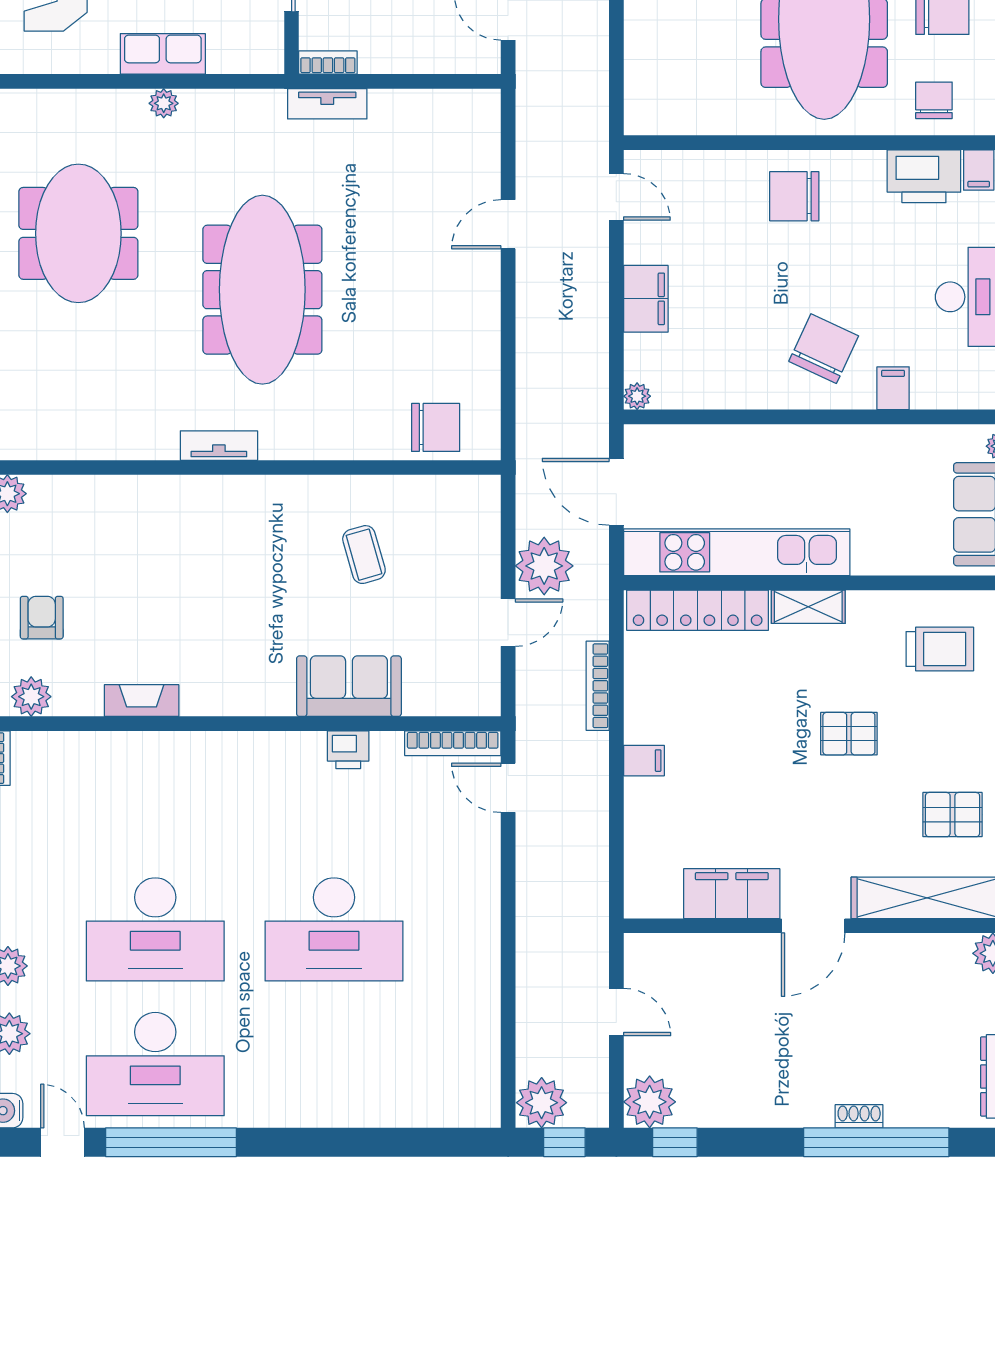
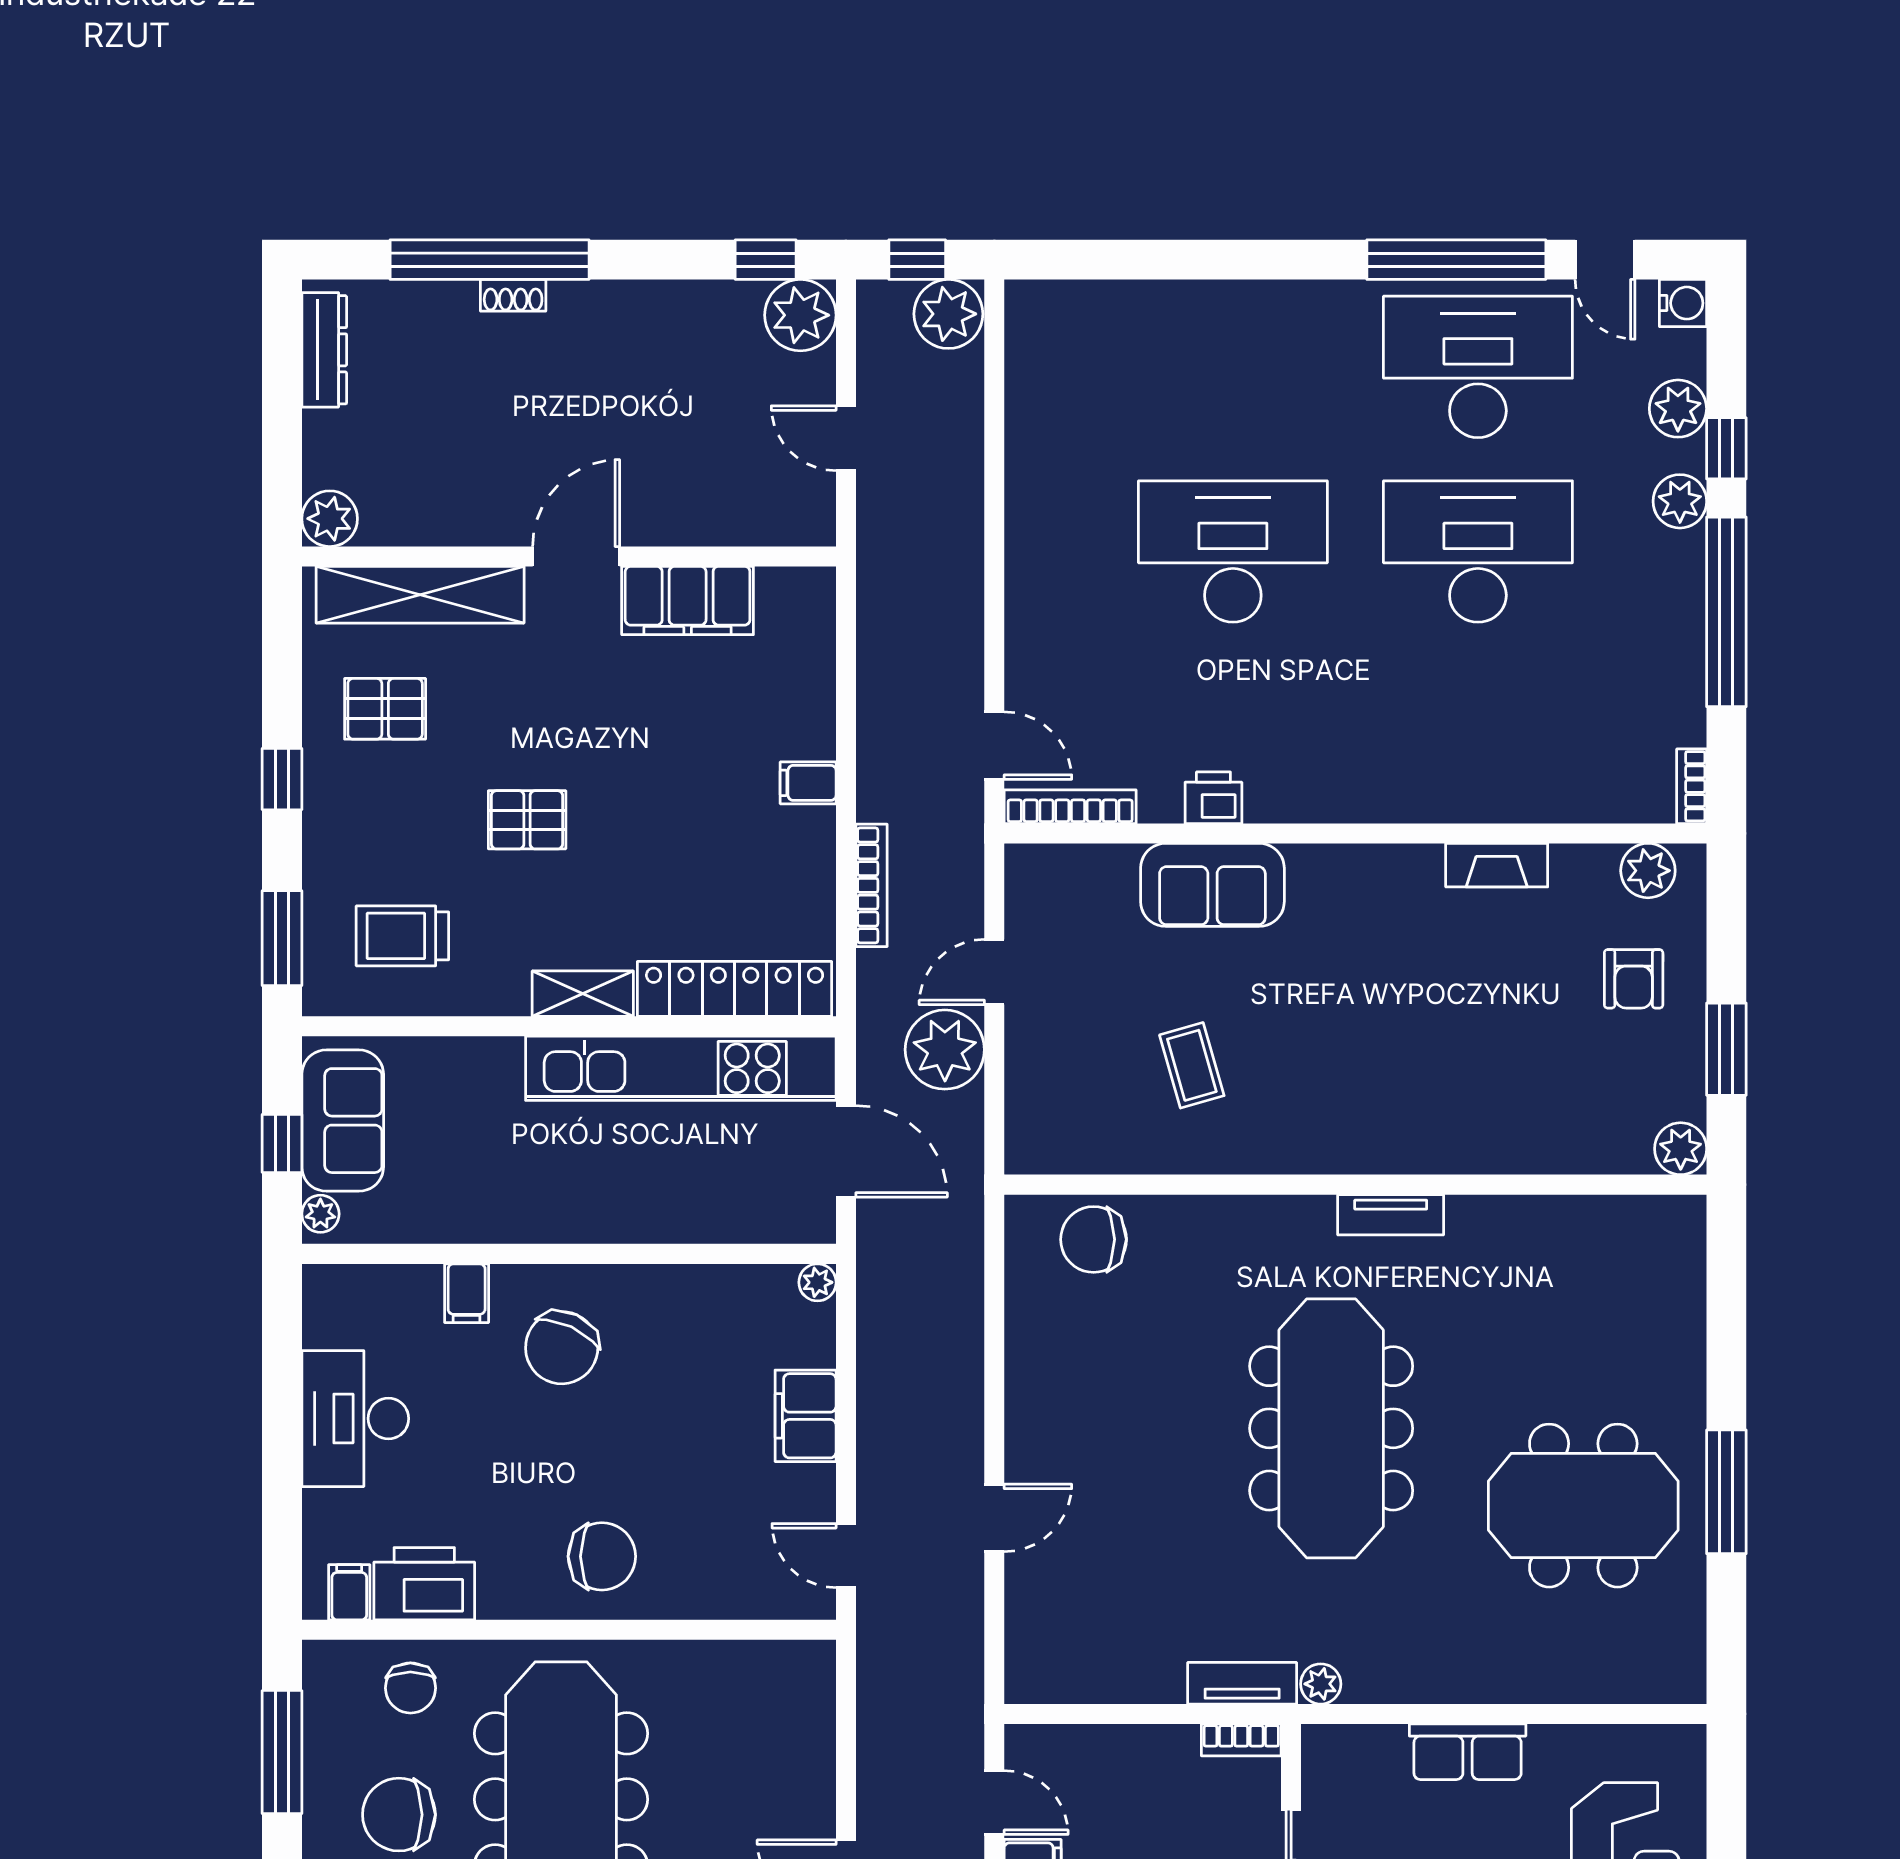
plant: (164, 103) -> (1321, 1684), moved
meeting table: (78, 233) -> (1583, 1506), turned 90

